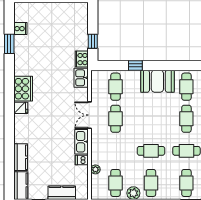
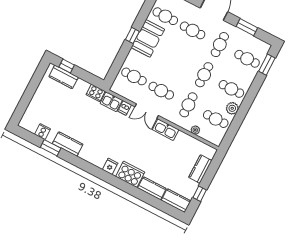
kitchen counter: (81, 22) -> (64, 77), added
window: (93, 41) -> (67, 66), moved
kitchen counter: (21, 58) -> (68, 144), added
window: (135, 65) -> (132, 35), moved
cooker: (23, 89) -> (130, 174), moved
cafe table: (115, 151) -> (188, 105), added
dishwasher: (82, 160) -> (125, 108), moved

